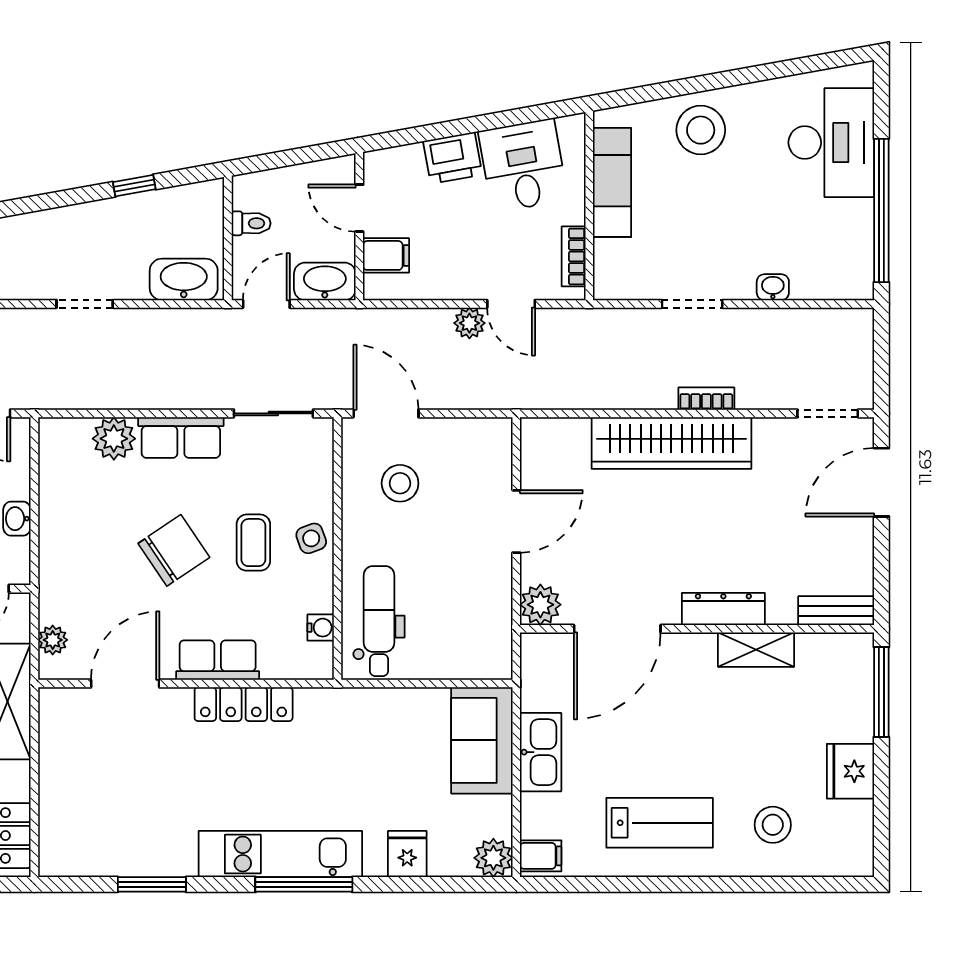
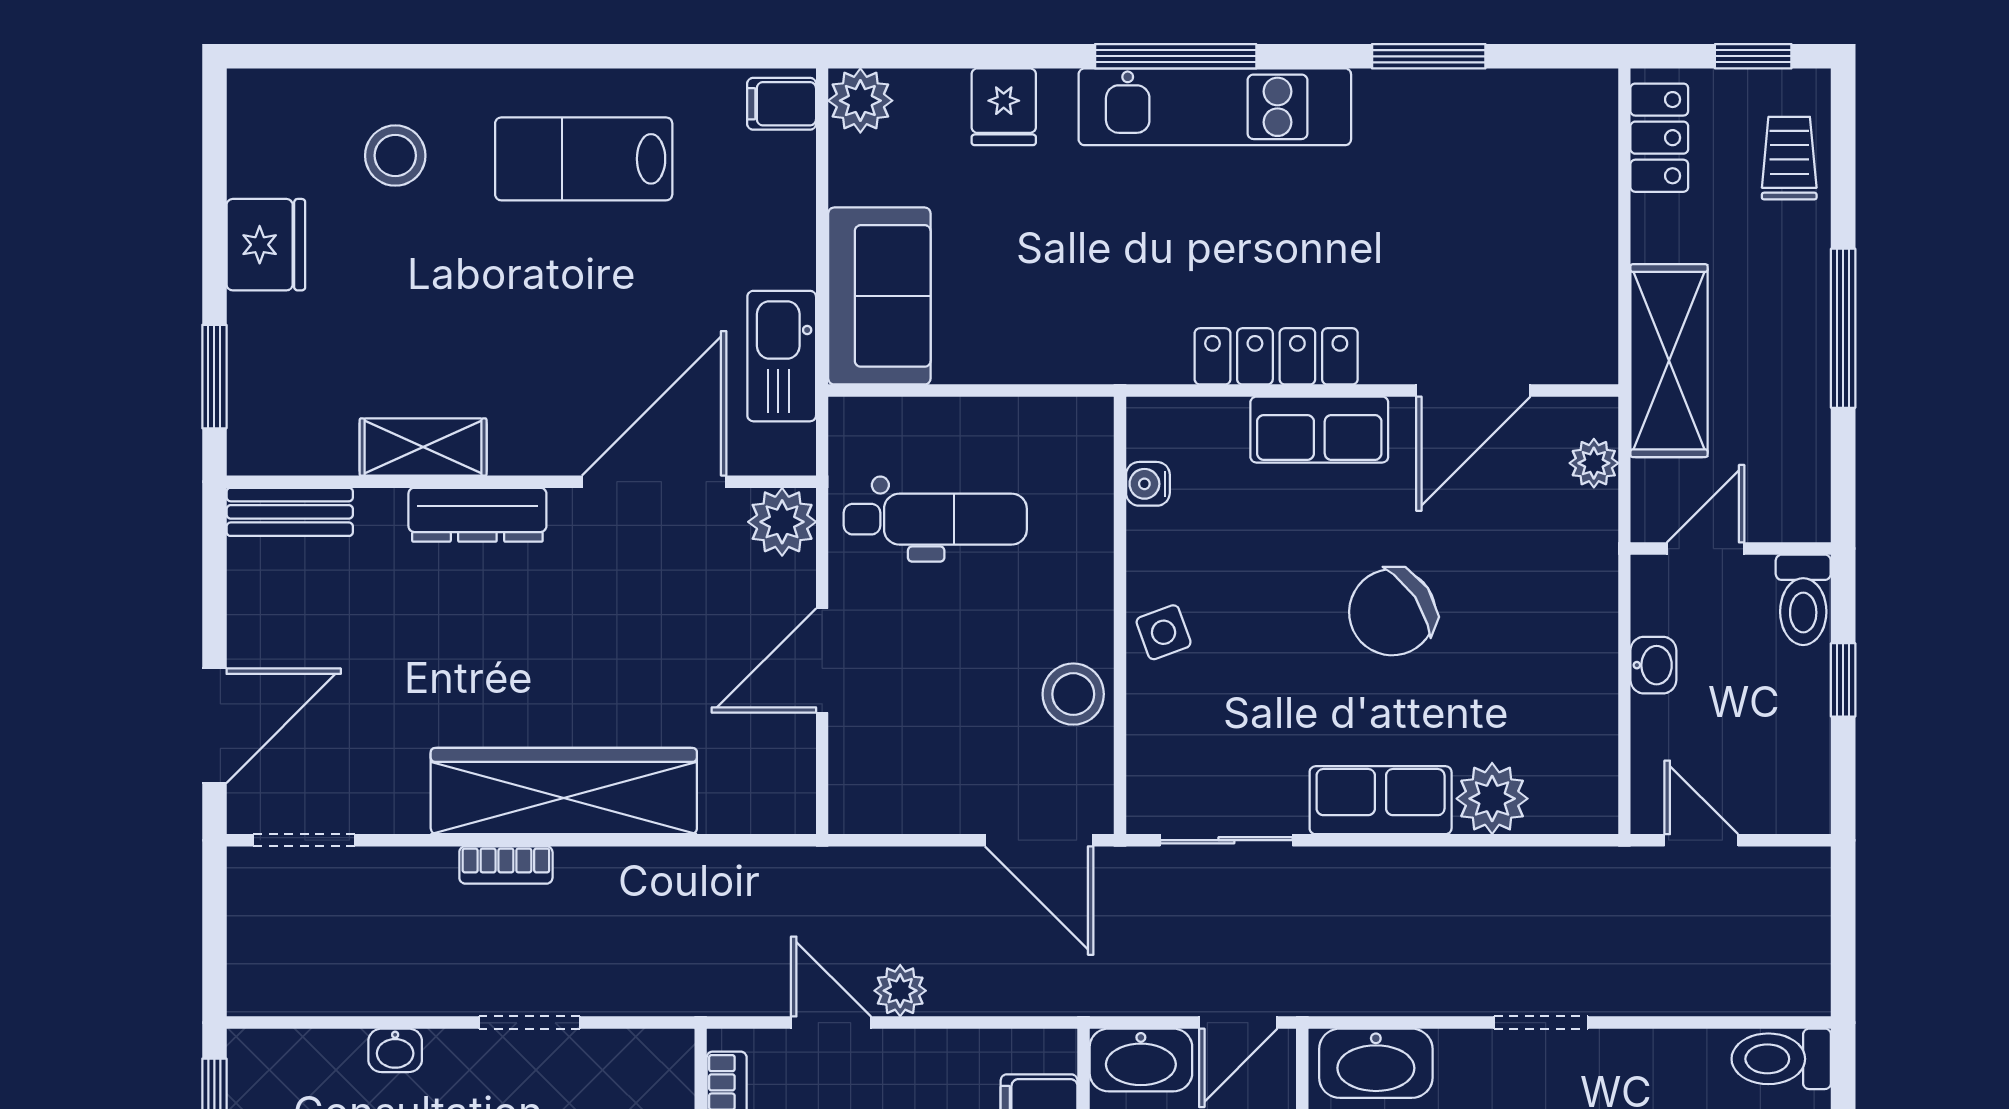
stool: (400, 483) -> (1073, 694), moved
coffee table: (253, 543) -> (1260, 625), removed
dental chair: (379, 621) -> (935, 519), moved, turned -90
window: (881, 692) -> (214, 377), width x0.69
kitchen sink: (541, 752) -> (782, 356), moved

